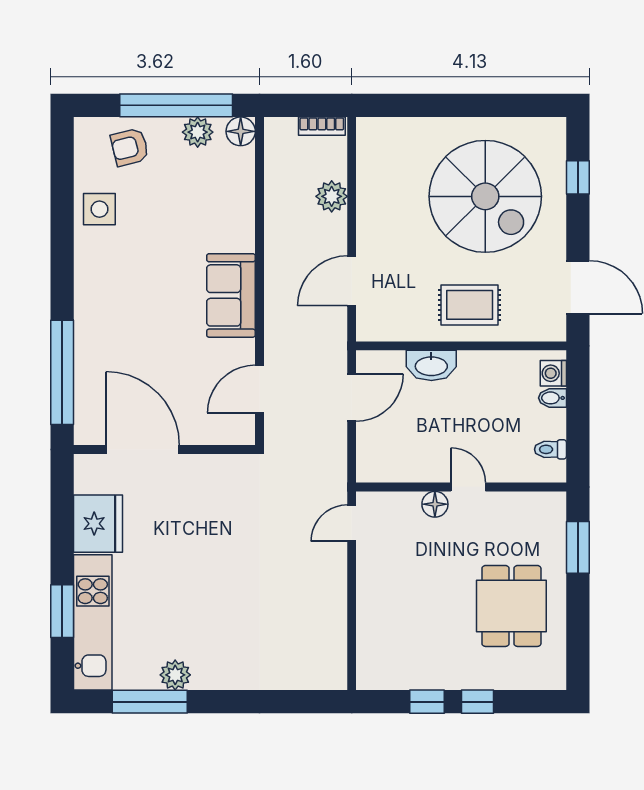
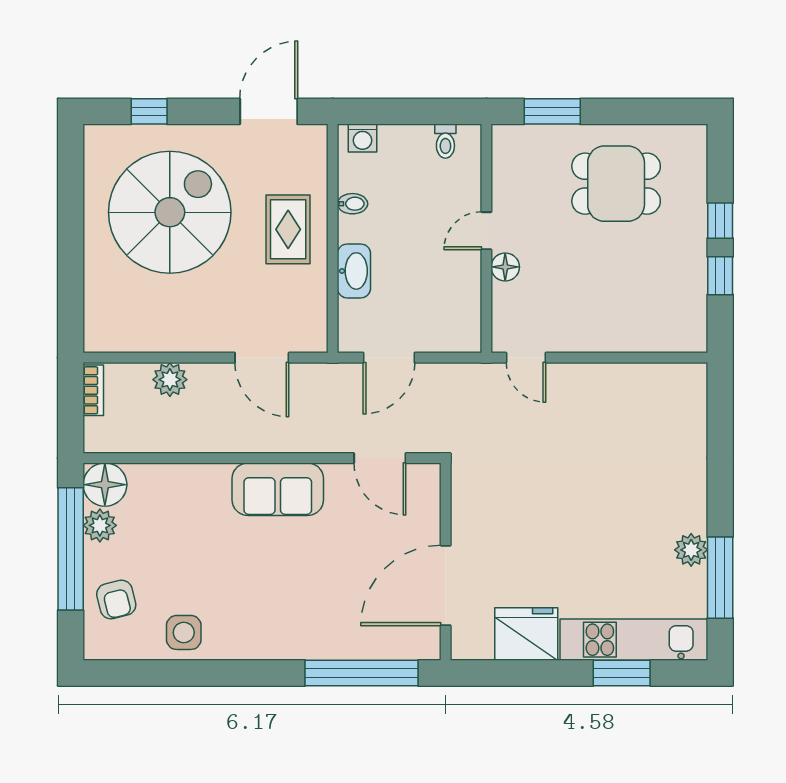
floor lamp: (241, 131) -> (105, 485), width x1.38, depth x1.38
door: (352, 398) -> (389, 358), swing flipped
bidet: (552, 398) -> (352, 204), moved, turned -90

